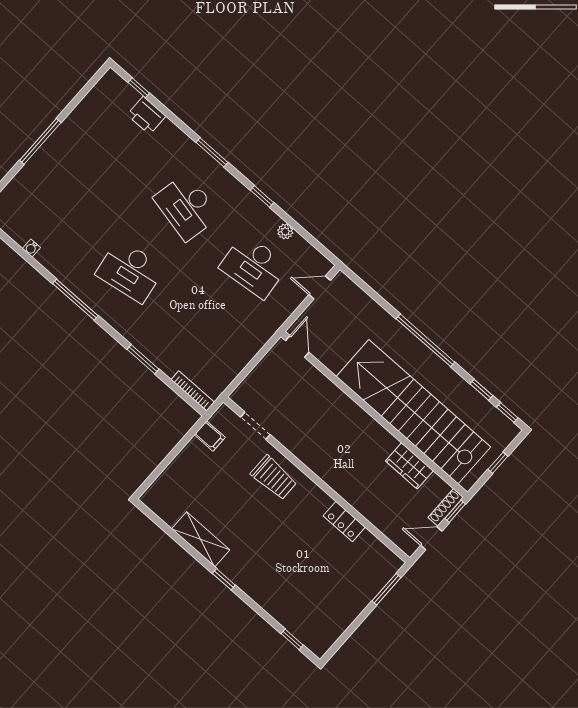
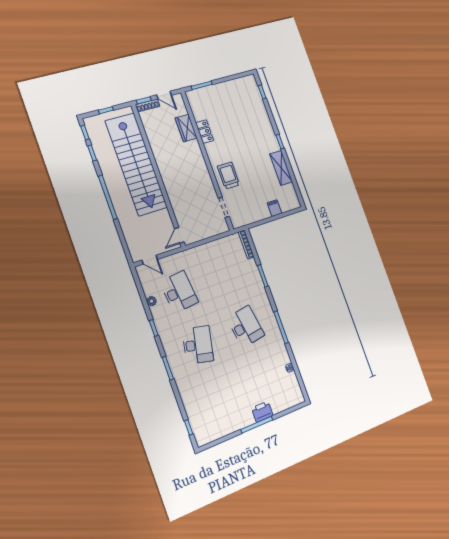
printer: (146, 115) -> (262, 412), moved, turned -90
filing cabinet: (210, 436) -> (274, 208), moved
wardrobe: (409, 466) -> (186, 128), moved, turned 180

